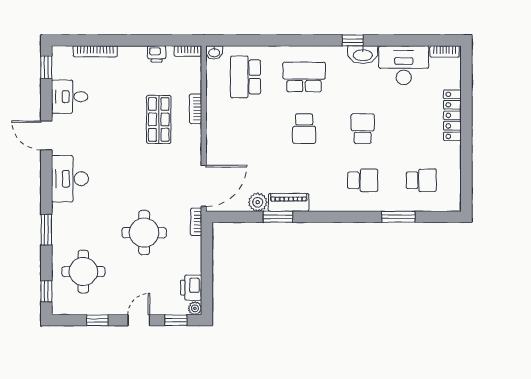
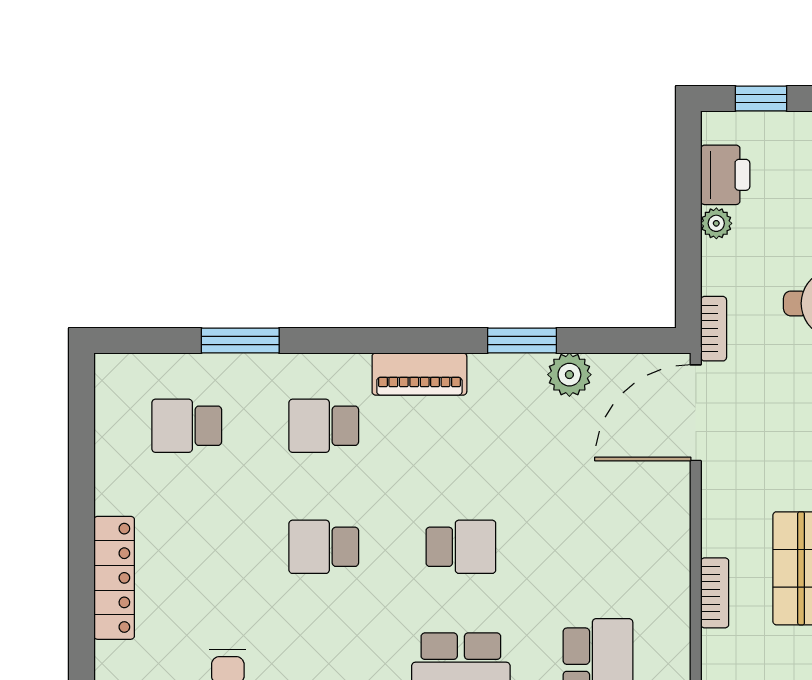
school desk: (304, 129) -> (461, 547), turned 90
school desk: (363, 129) -> (324, 547), turned 90
piano: (289, 202) -> (419, 374), moved
plant: (195, 308) -> (716, 223), moved

